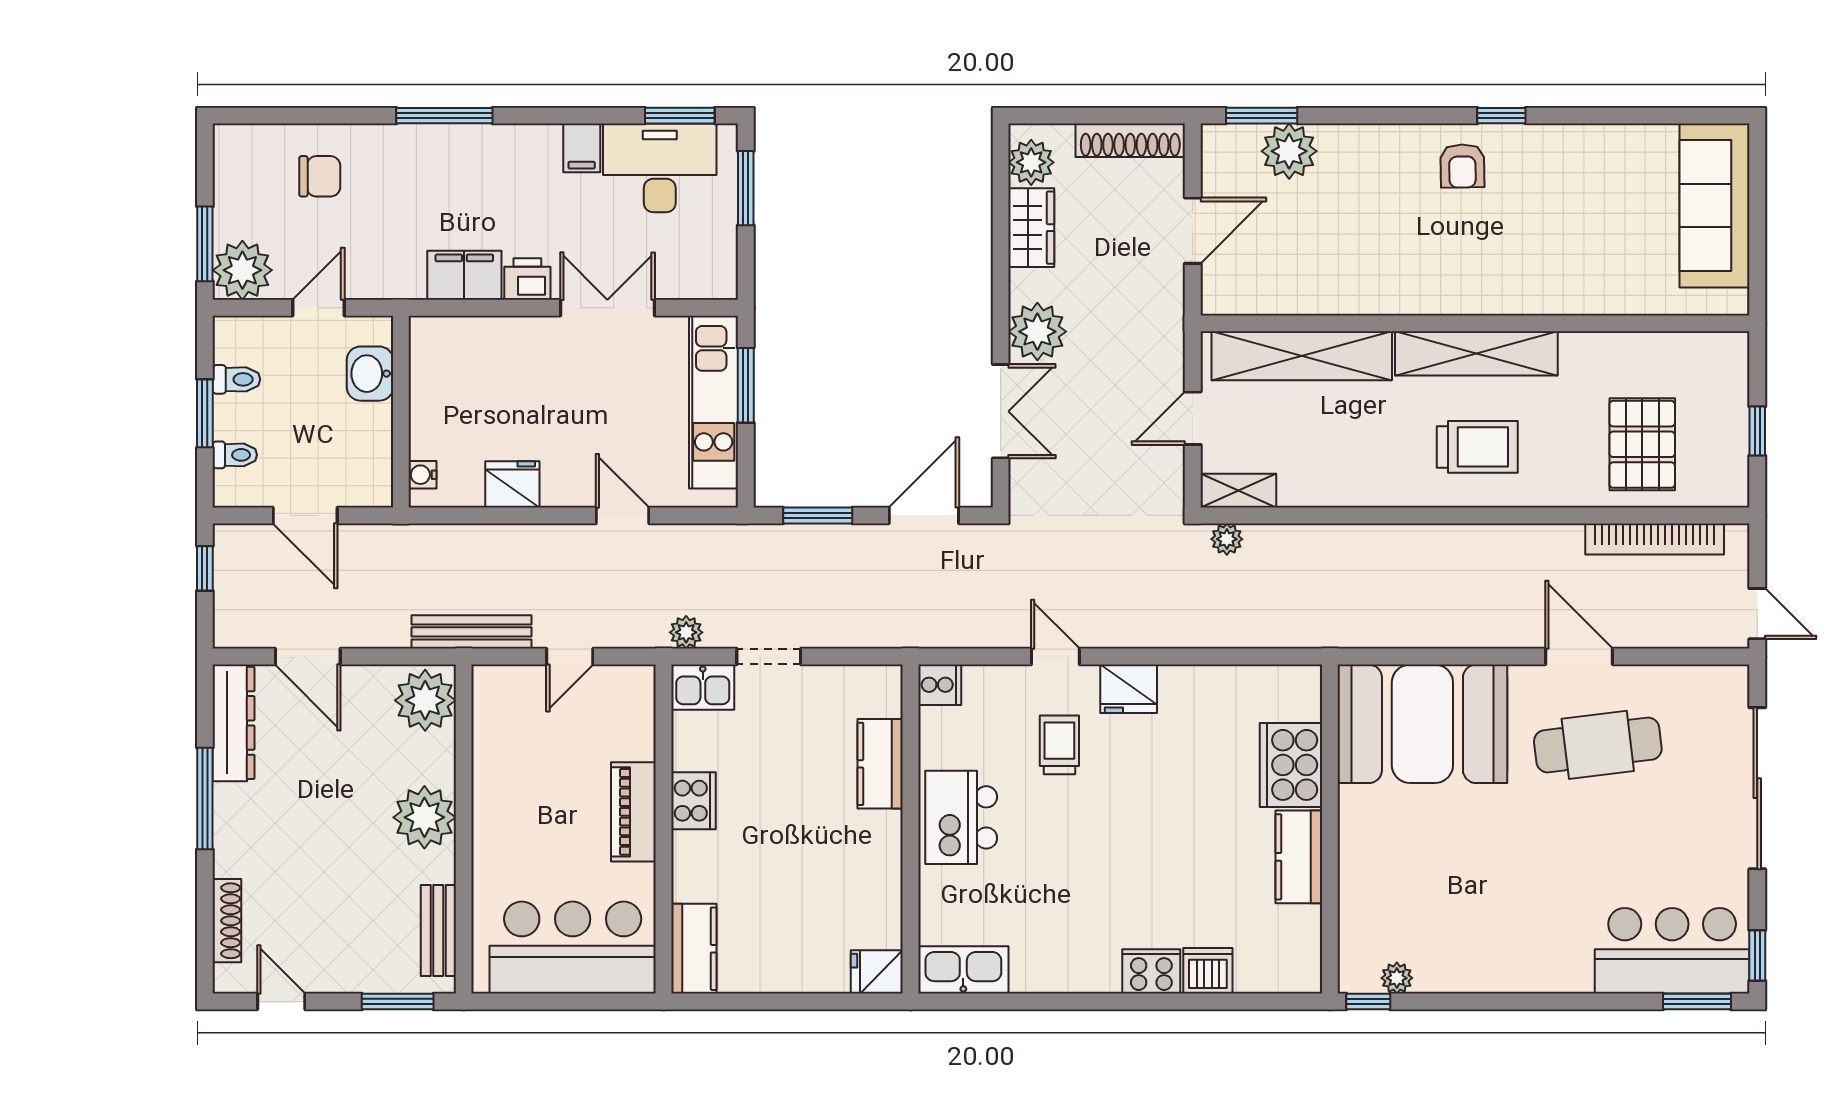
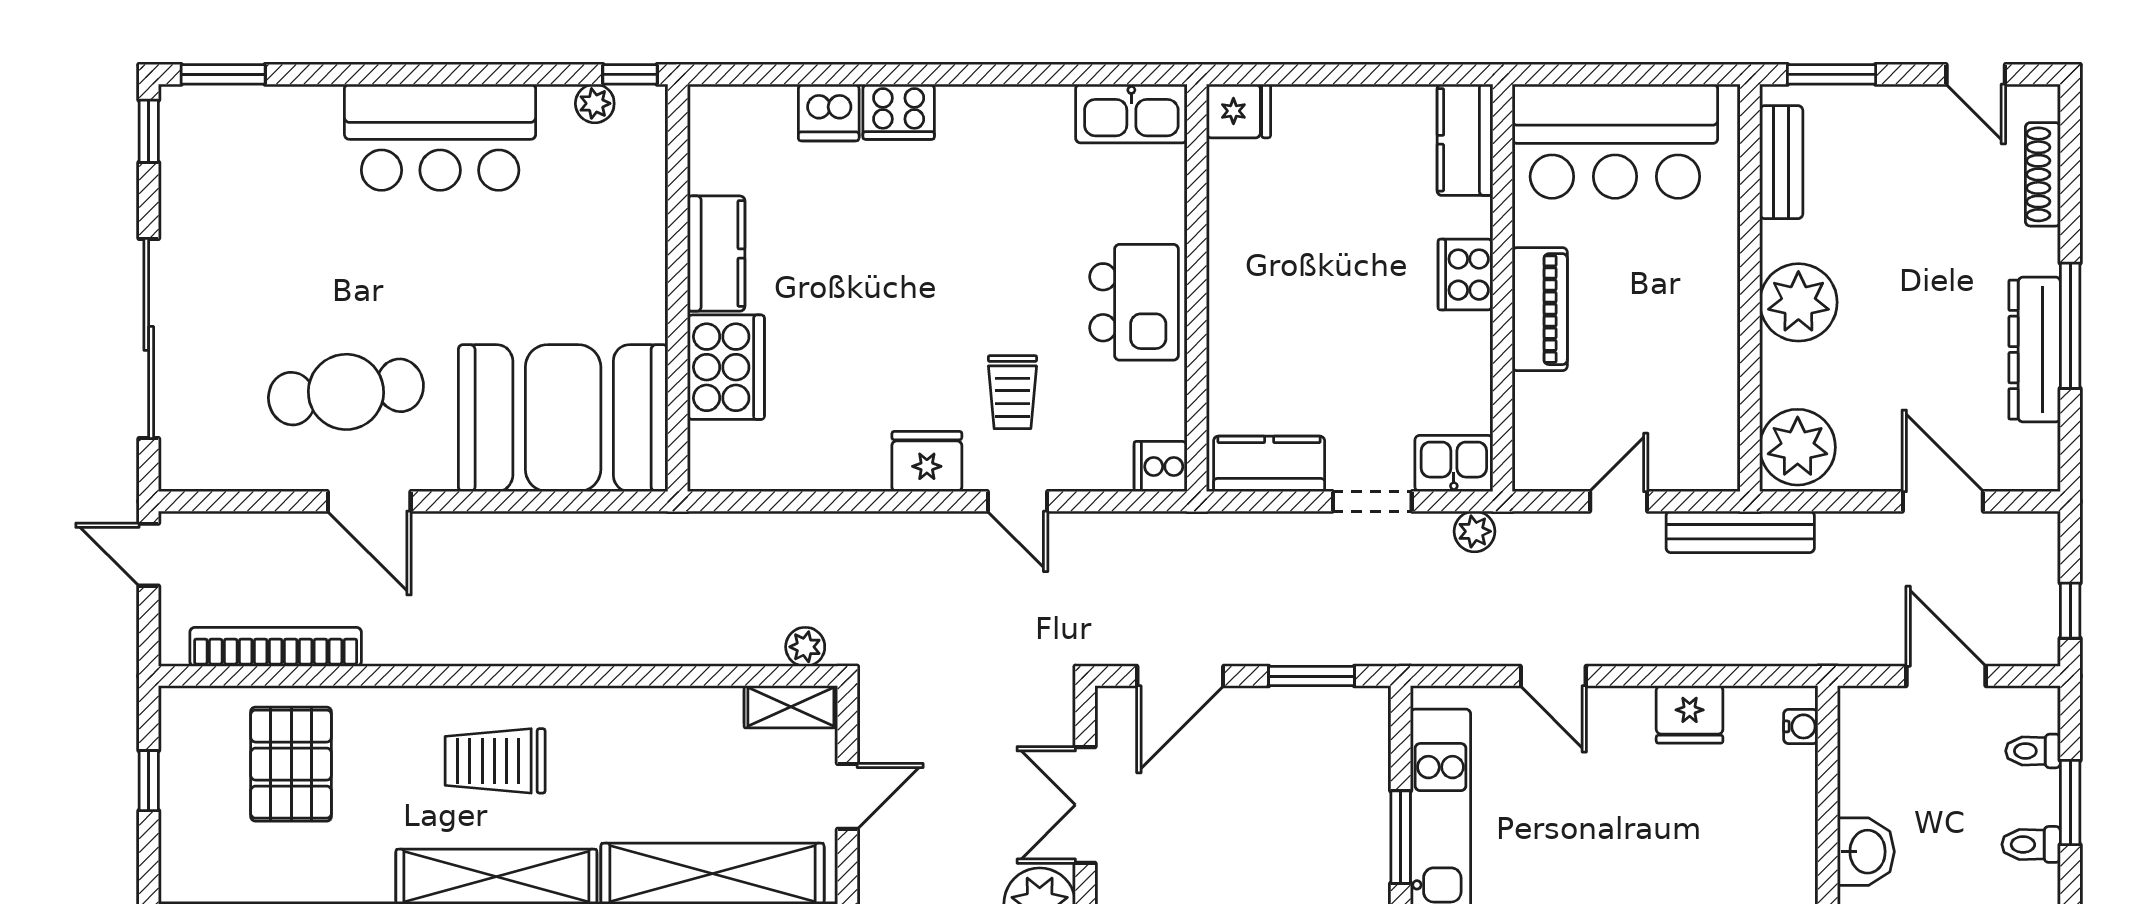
dresser: (234, 723) -> (2035, 350), moved
kitchen counter: (880, 764) -> (1269, 464), moved, turned -90
cooker: (693, 801) -> (1465, 275), moved
bar counter: (1672, 951) -> (440, 137), moved

